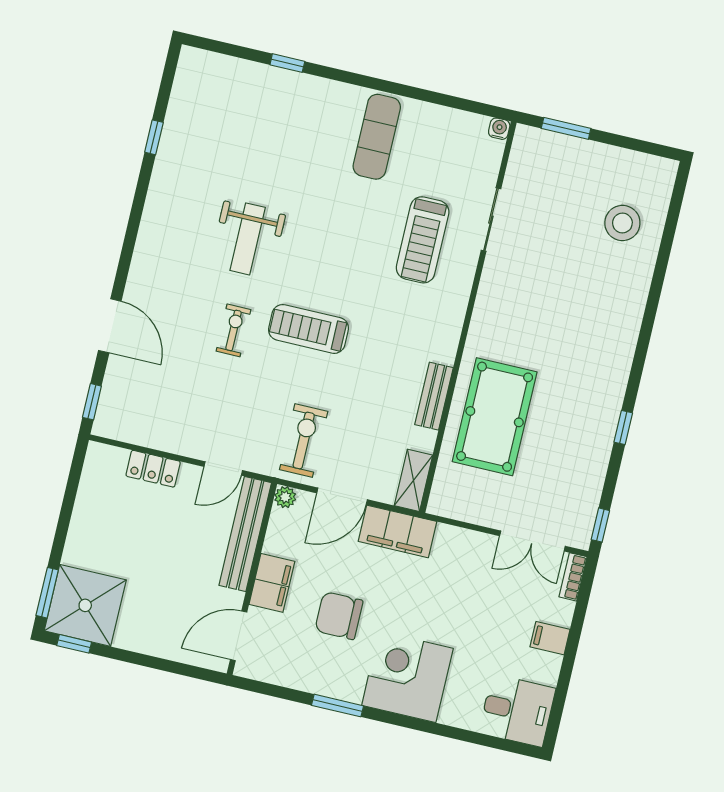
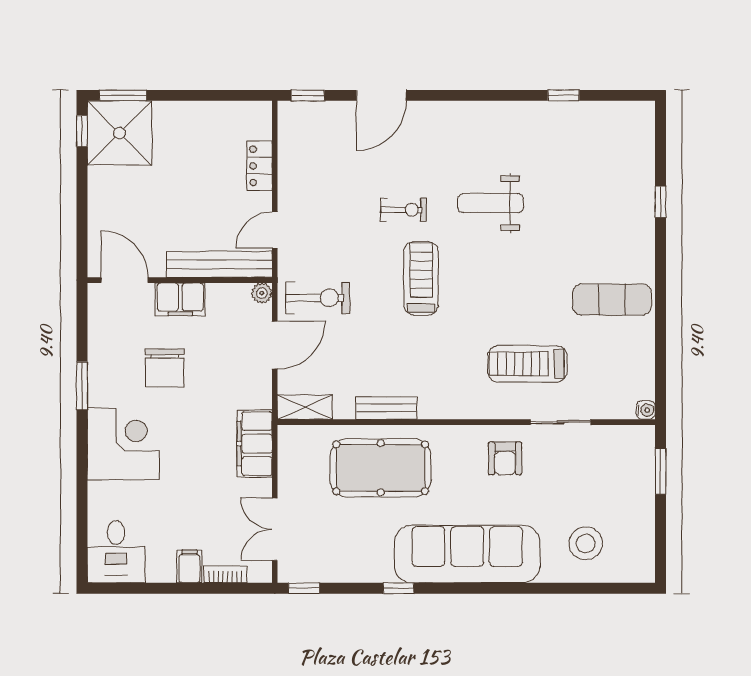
armchair: (515, 286) -> (505, 458), added
sofa: (605, 348) -> (467, 554), added
door: (223, 468) -> (275, 230), hinge flipped
door: (342, 496) -> (275, 345), swing flipped
filing cabinet: (398, 531) -> (255, 444), moved
bookcase: (573, 577) -> (225, 574), moved
chair: (339, 616) -> (165, 368), turned 180

